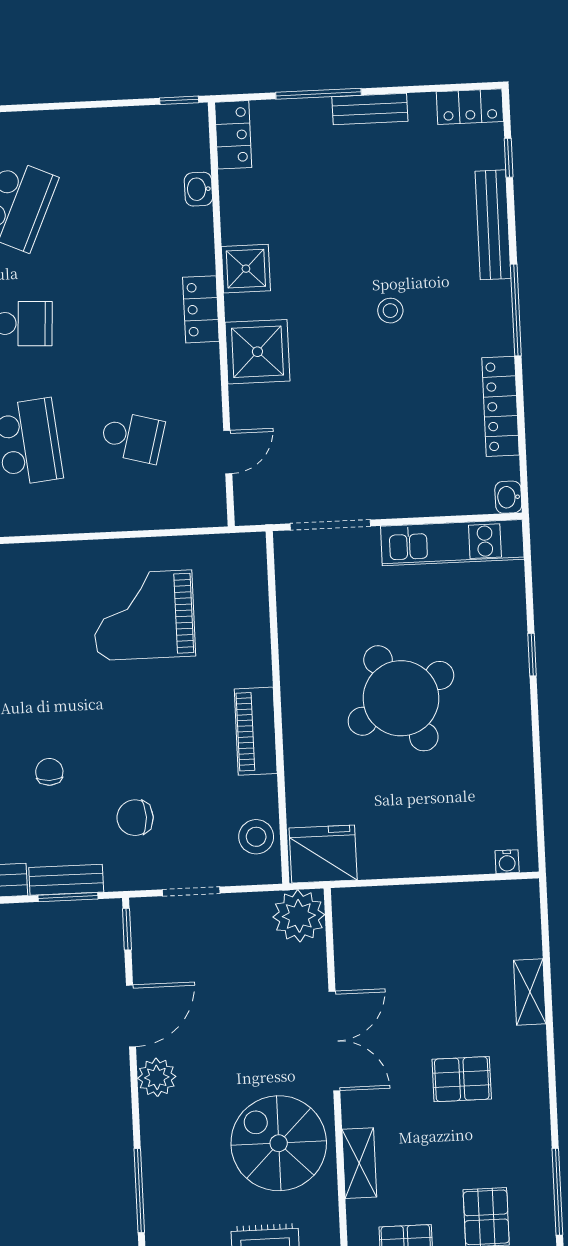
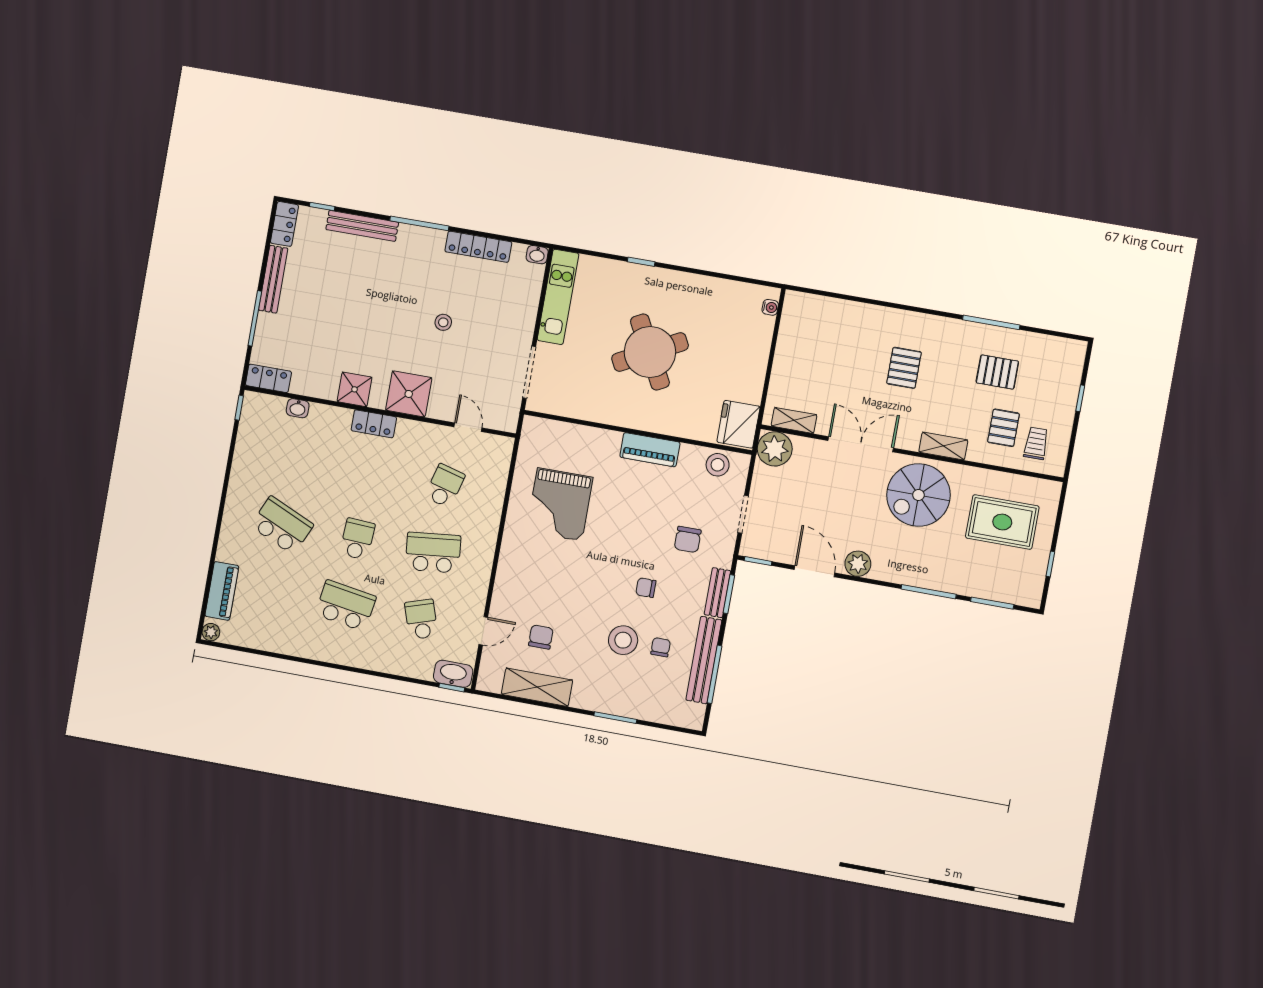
bench: (370, 109) -> (273, 279), width x1.36
stool: (390, 311) -> (443, 322), moved
shelving: (530, 992) -> (794, 420), moved

